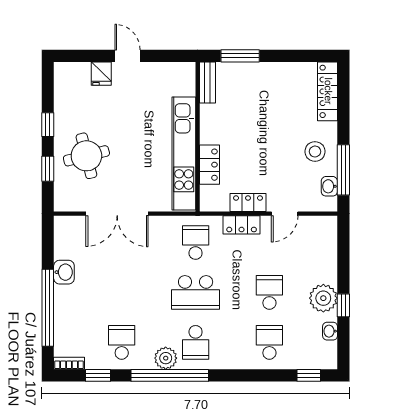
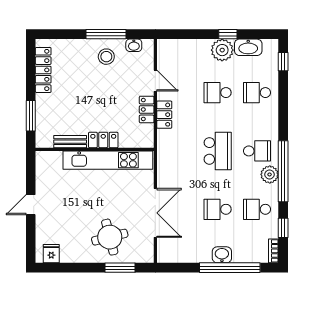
fridge: (101, 74) -> (51, 254), moved, turned -90
bench: (207, 82) -> (70, 142), moved
locker: (328, 91) -> (43, 70), moved, turned -90
window: (48, 125) -> (85, 268), removed
locker: (209, 165) -> (103, 140), moved
window: (48, 169) -> (120, 268), width x1.50
window: (343, 170) -> (106, 34), moved
school desk: (196, 242) -> (218, 209), moved
washbasin: (64, 272) -> (222, 255), moved
washbasin: (330, 331) -> (248, 47), width x1.91, depth x1.45

